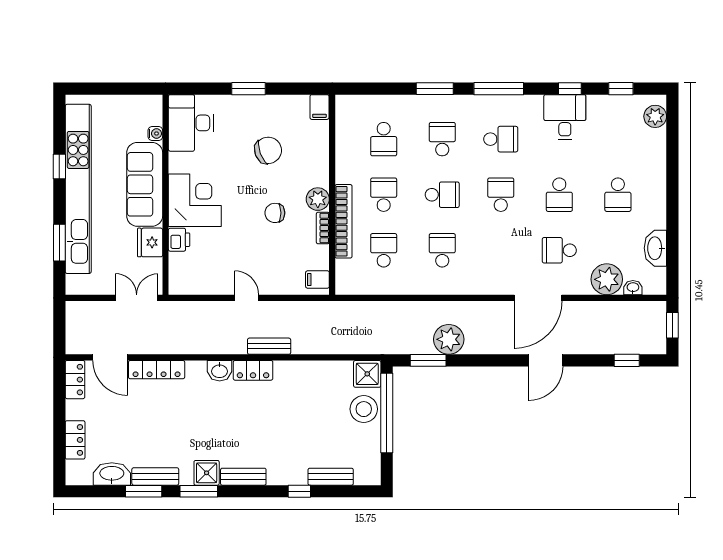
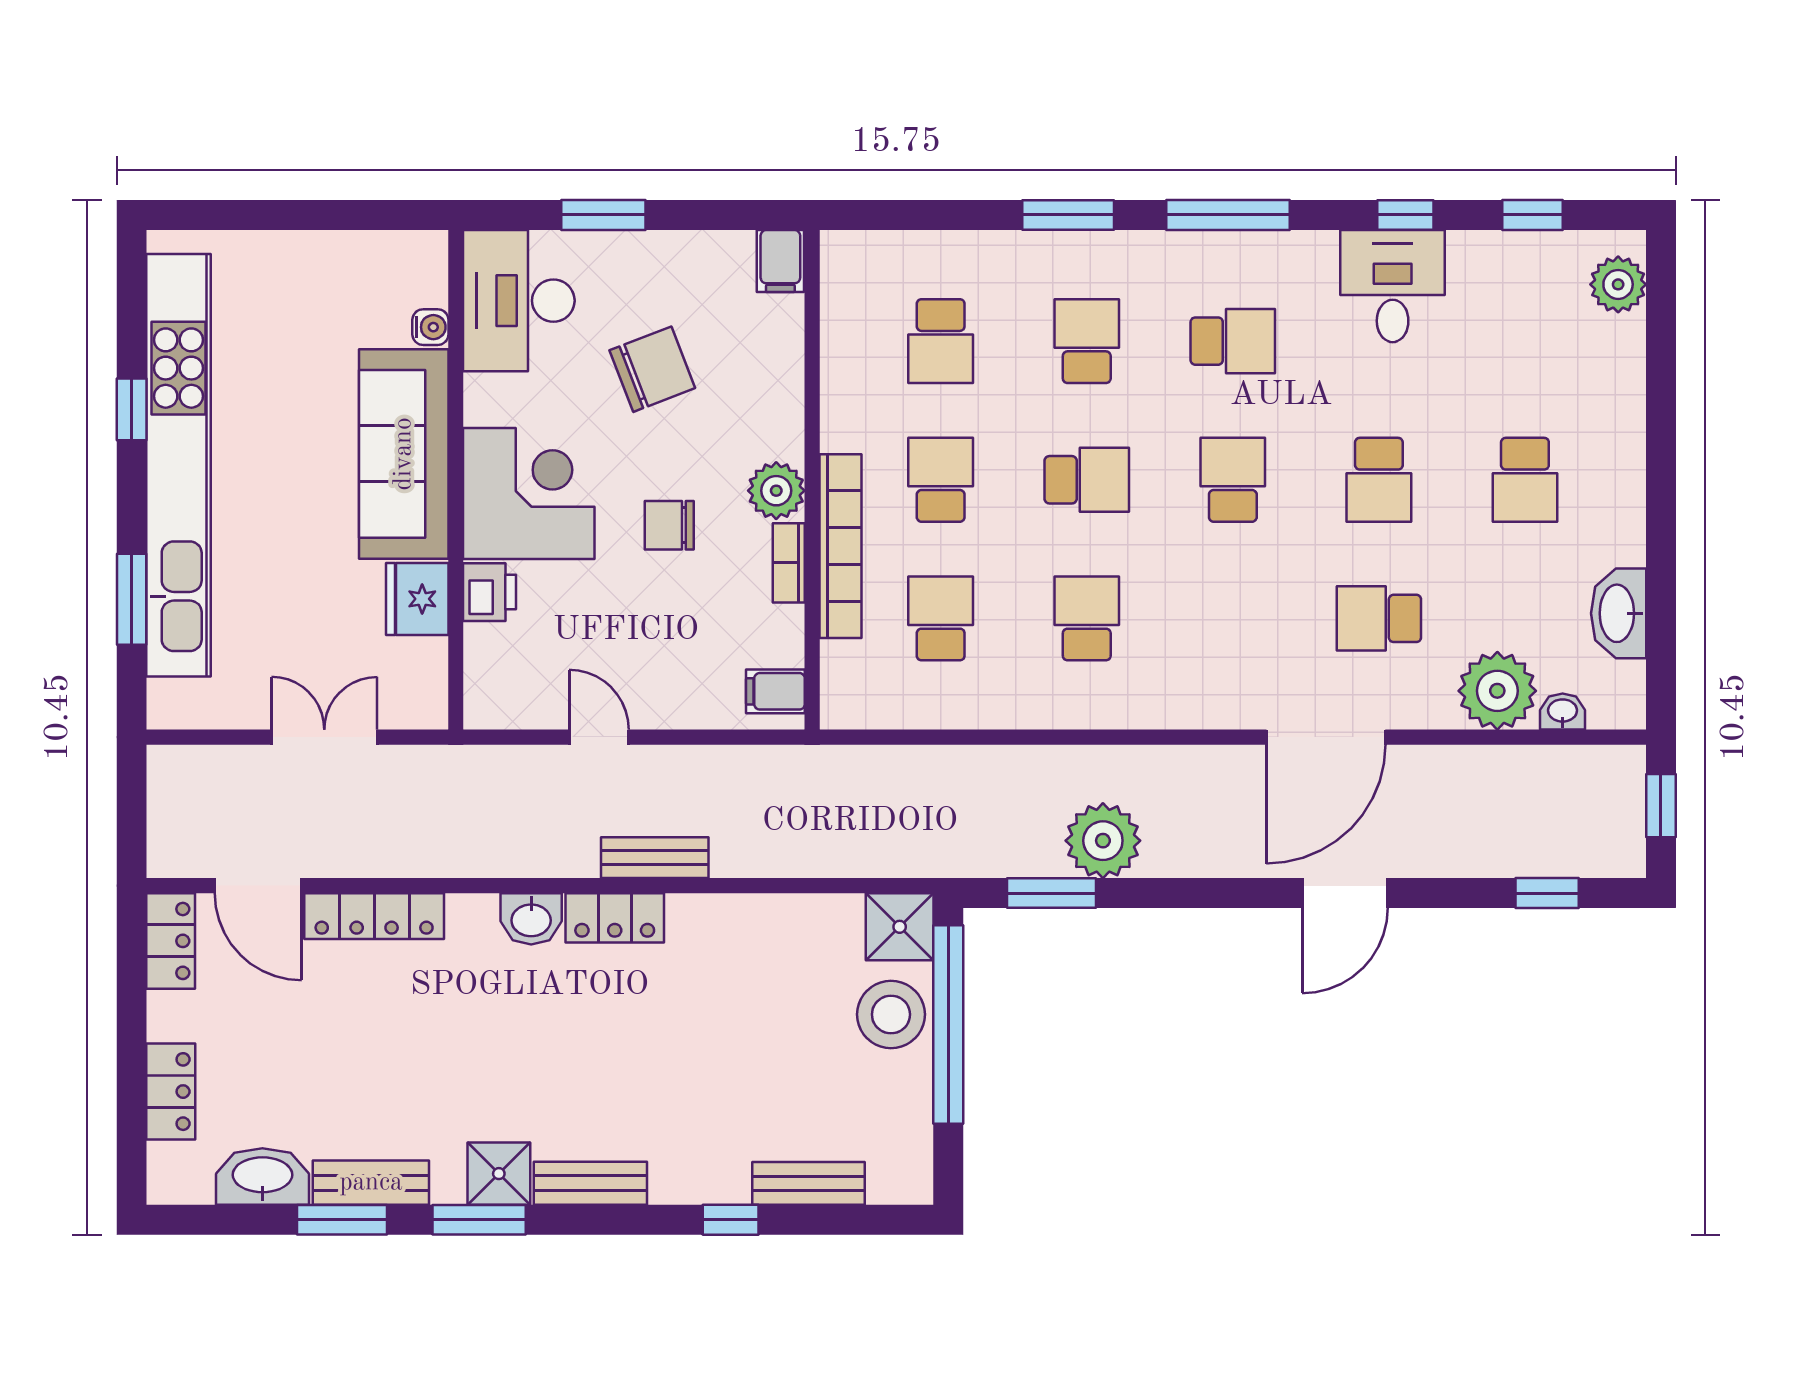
desk: (191, 123) -> (519, 301), moved
water cooler: (155, 134) -> (430, 327), moved
sofa: (145, 184) -> (404, 454), moved
wall: (166, 195) -> (456, 480), moved
corner desk: (195, 200) -> (529, 494), moved
printer: (179, 240) -> (490, 592), moved
fridge: (150, 242) -> (417, 599), moved

